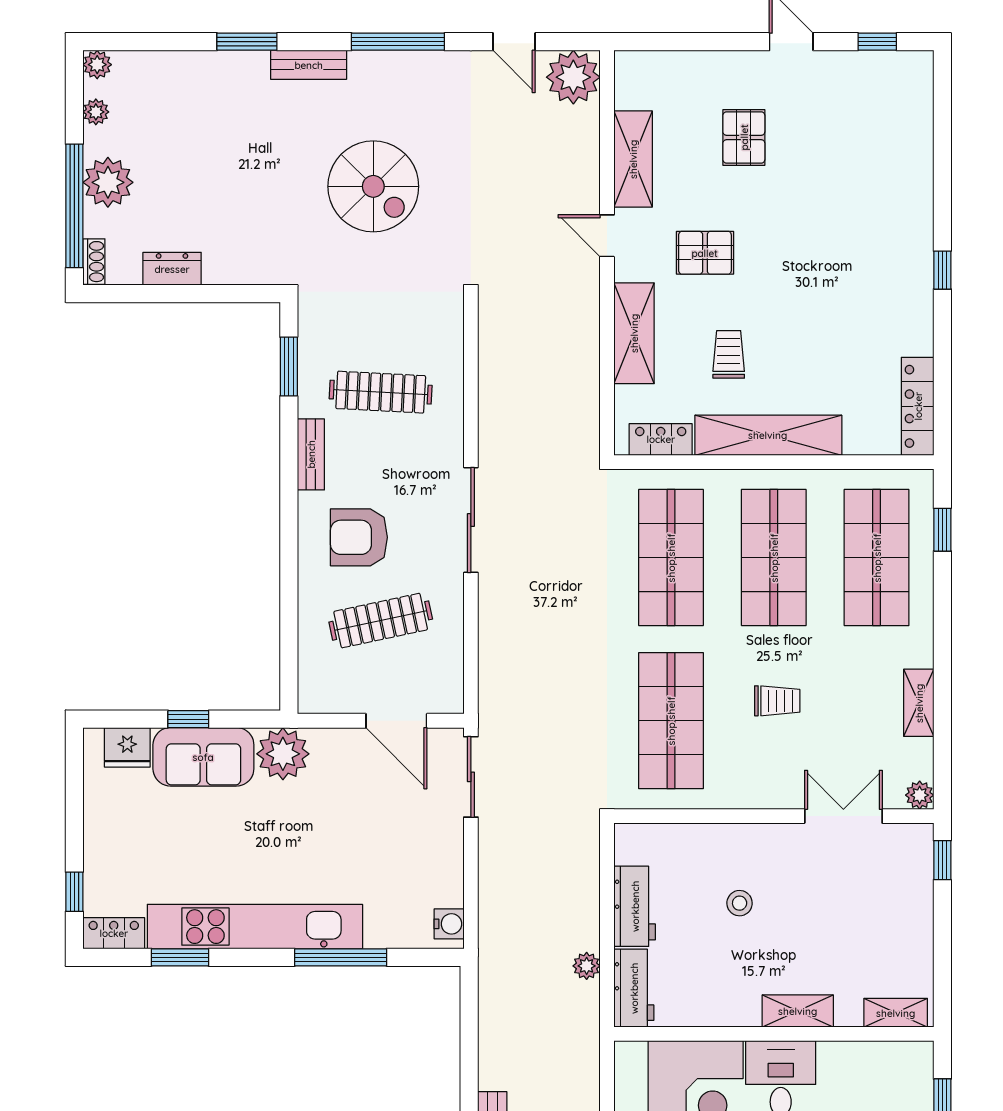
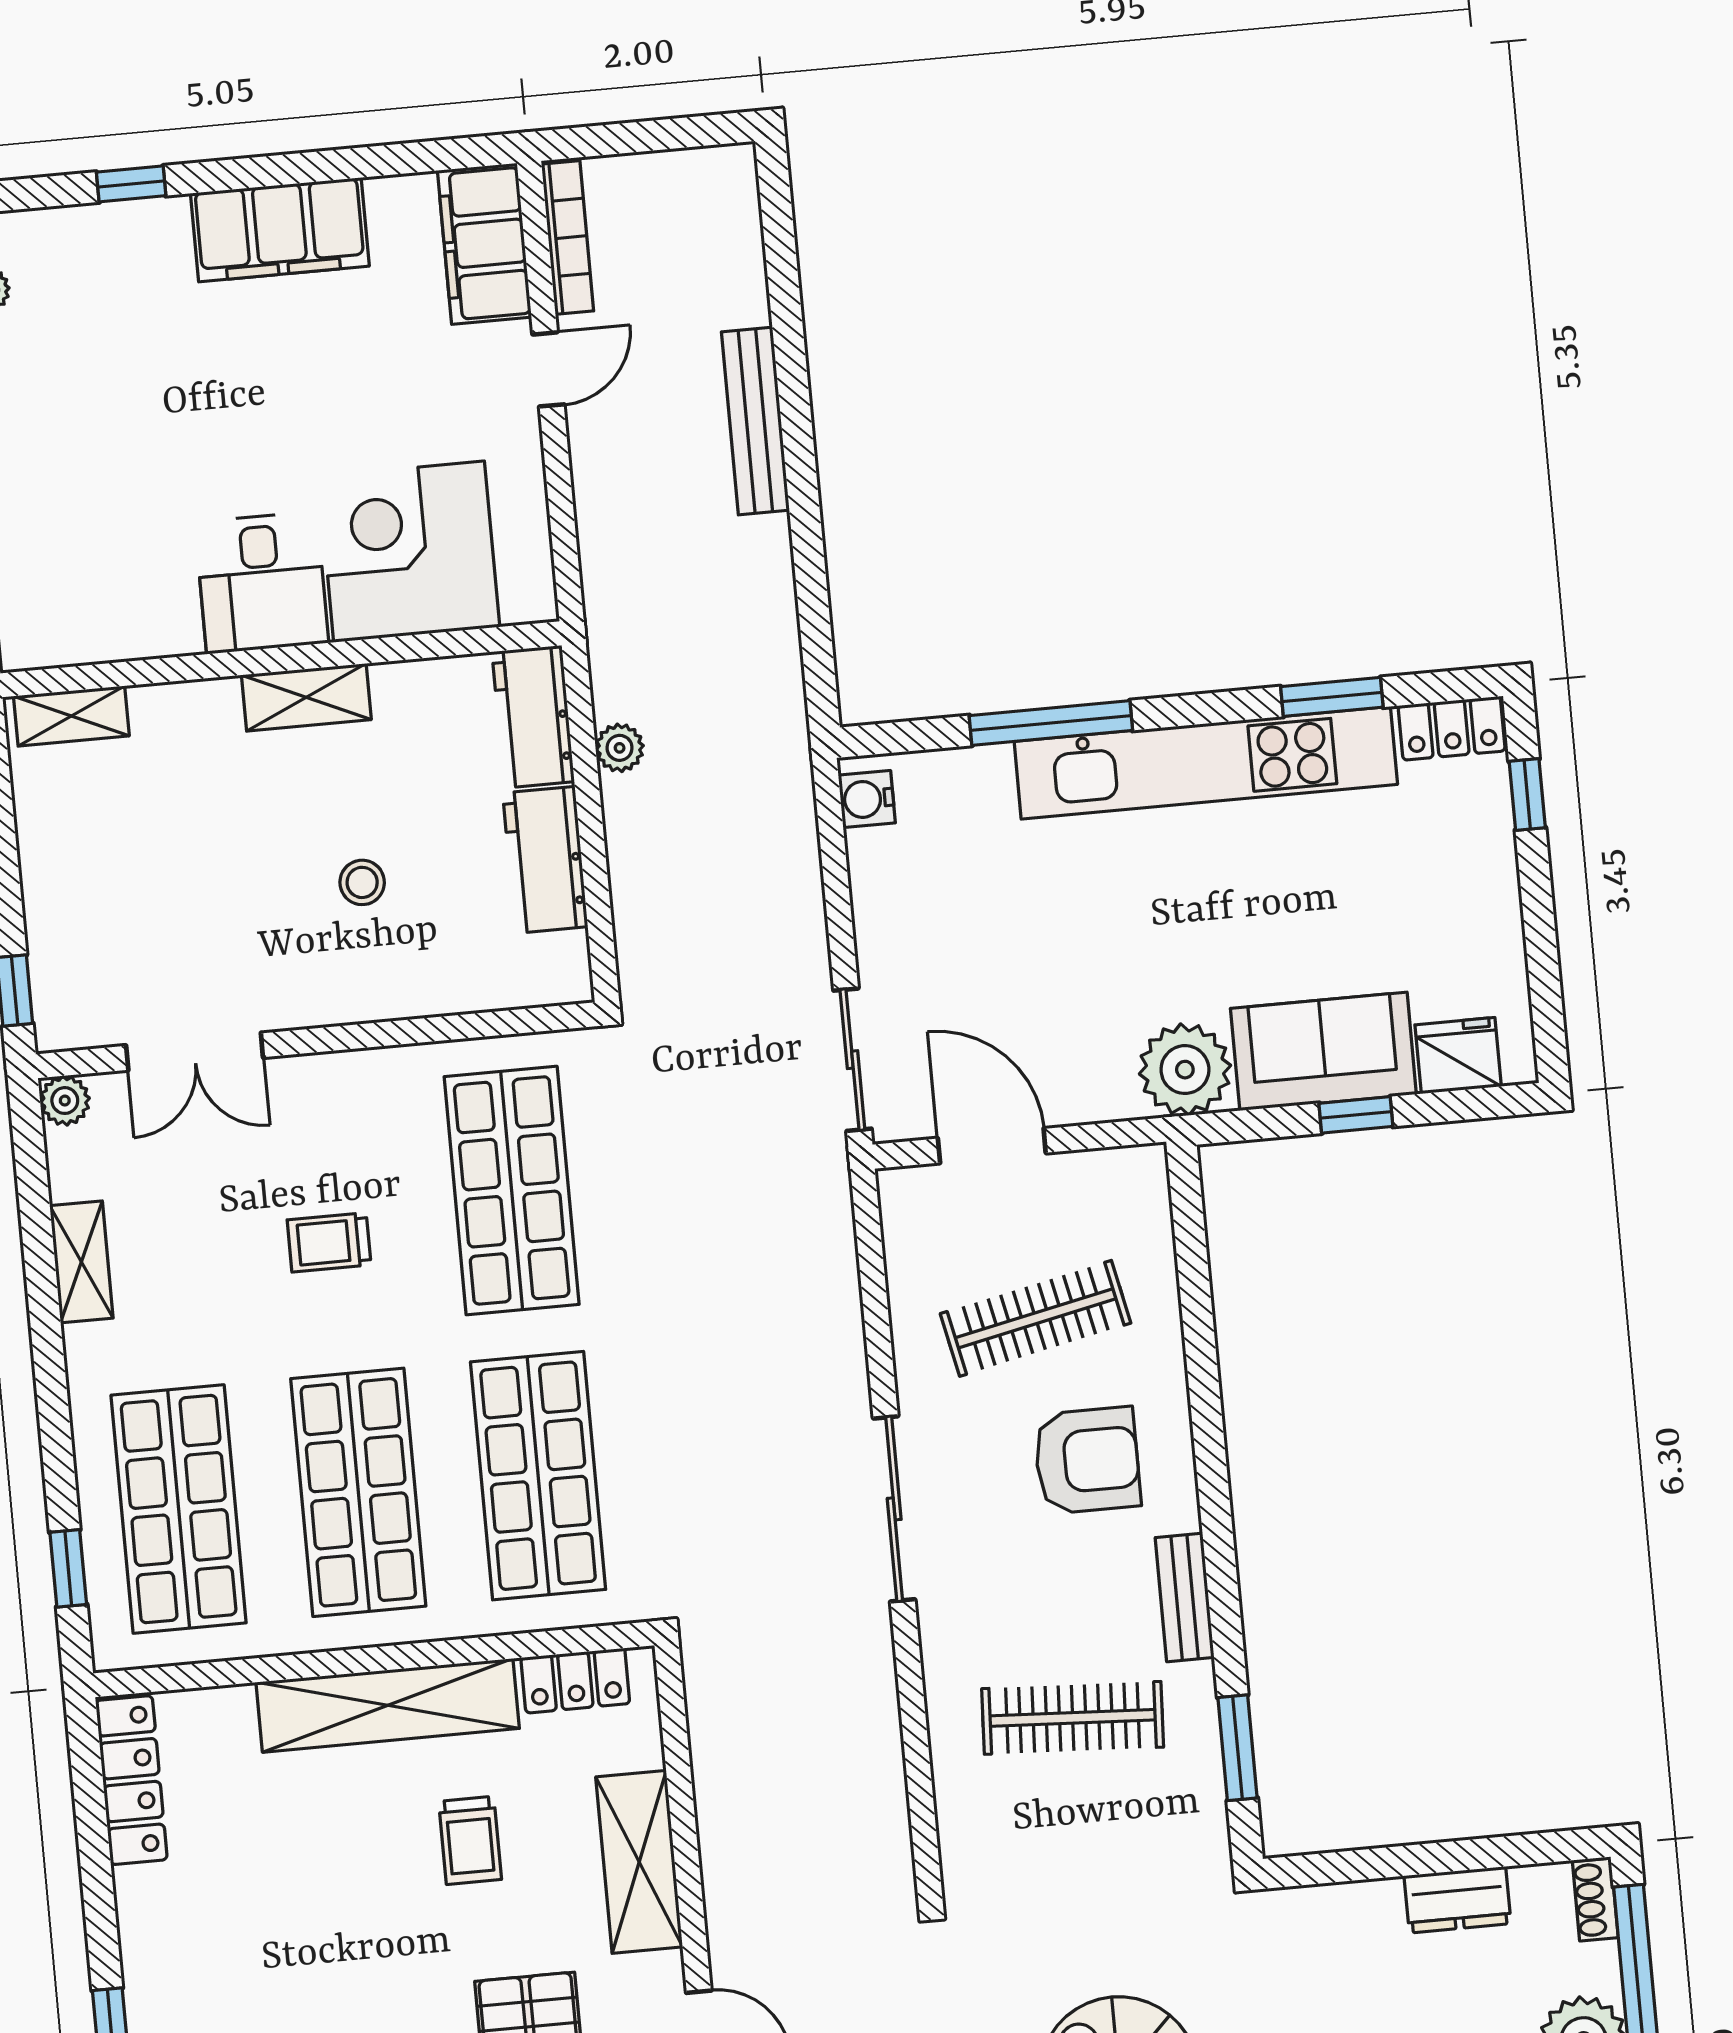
shelving: (798, 1011) -> (306, 697), moved

